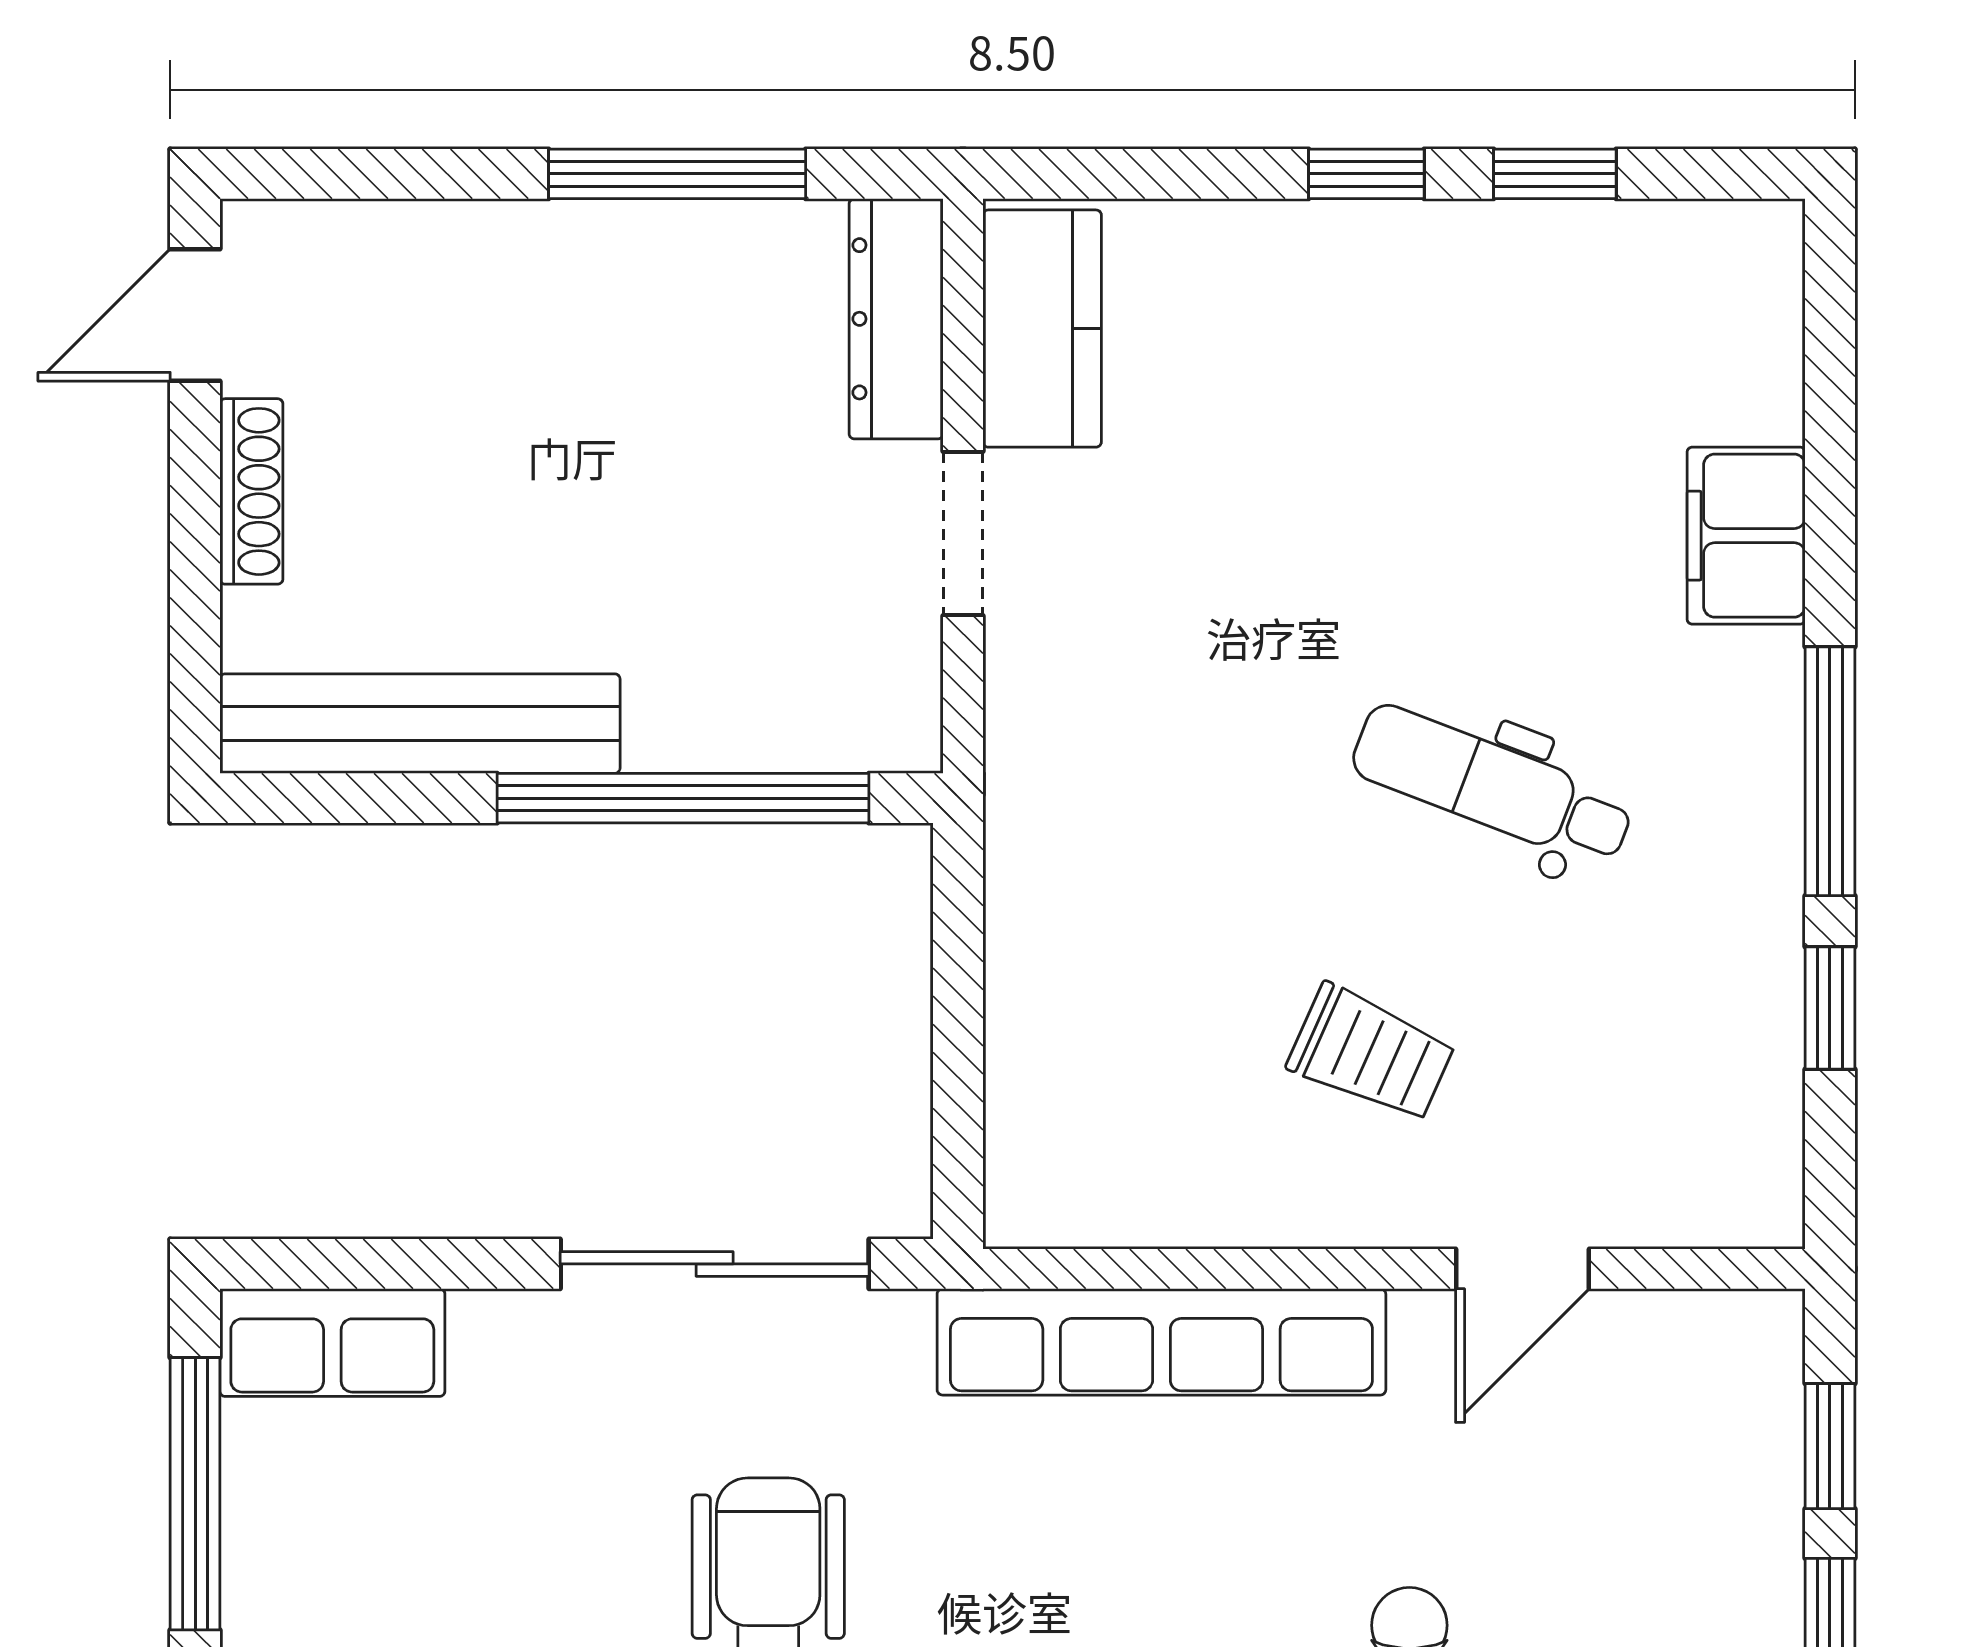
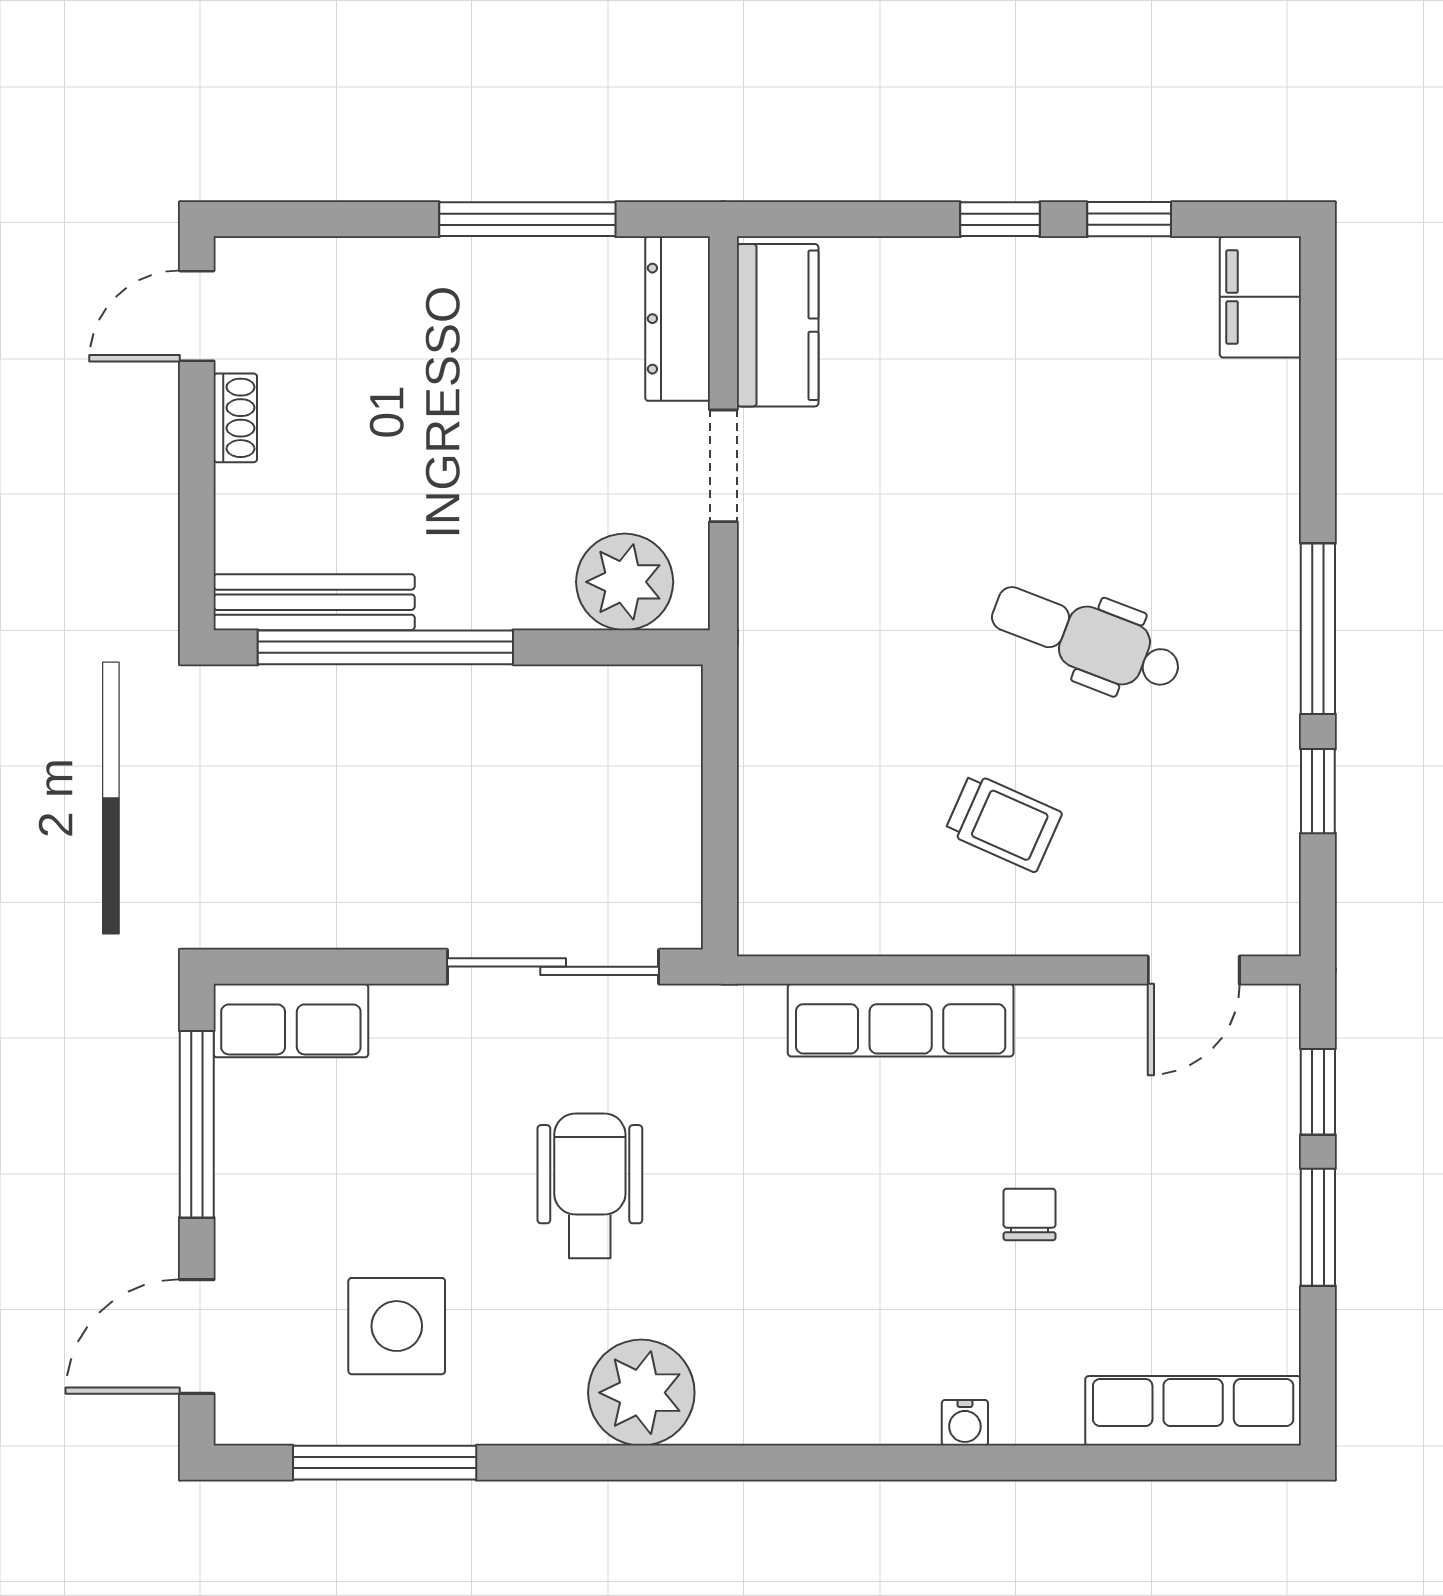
shoe rack: (251, 491) -> (235, 418), width x0.70
filing cabinet: (1746, 536) -> (1260, 297), moved
plant: (819, 703) -> (625, 582), added
bench: (420, 724) -> (314, 602), width x0.73, depth x0.82
window: (683, 798) -> (385, 647), moved
door: (1522, 1269) -> (1194, 970), moved
row of seats: (1161, 1342) -> (901, 1020), width x0.73

